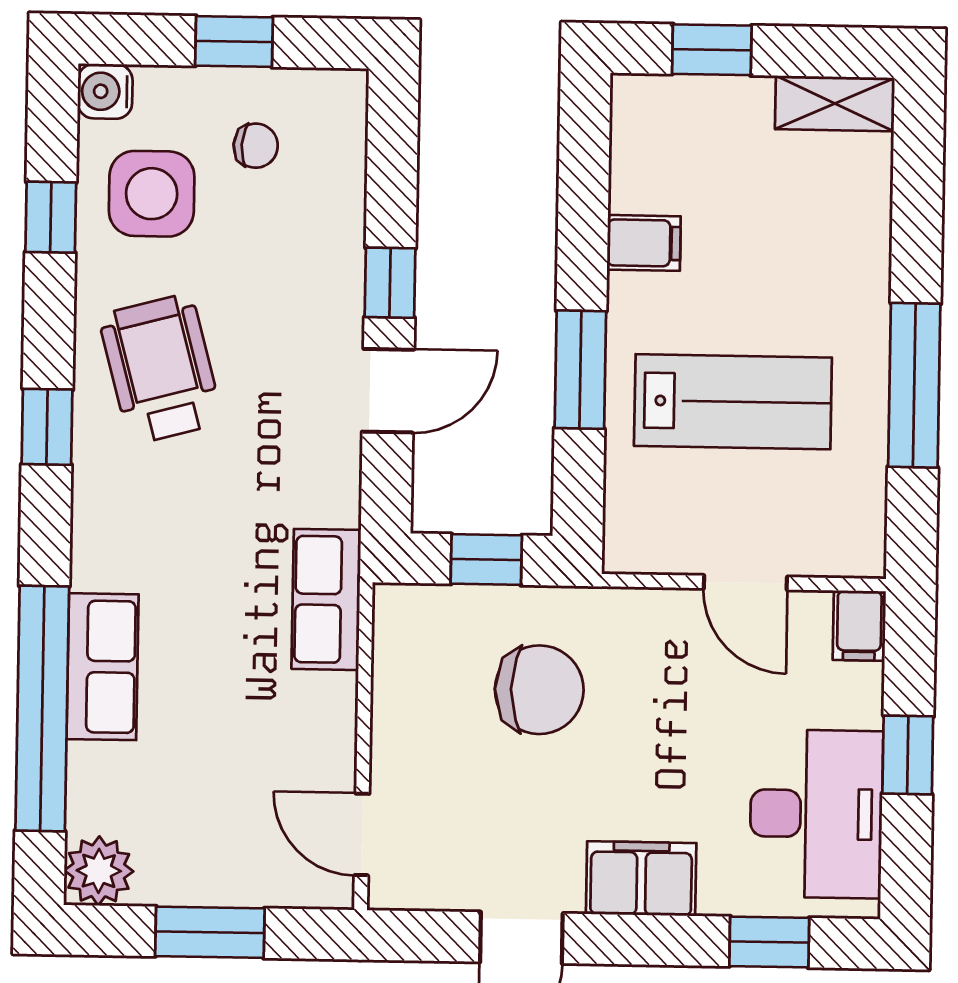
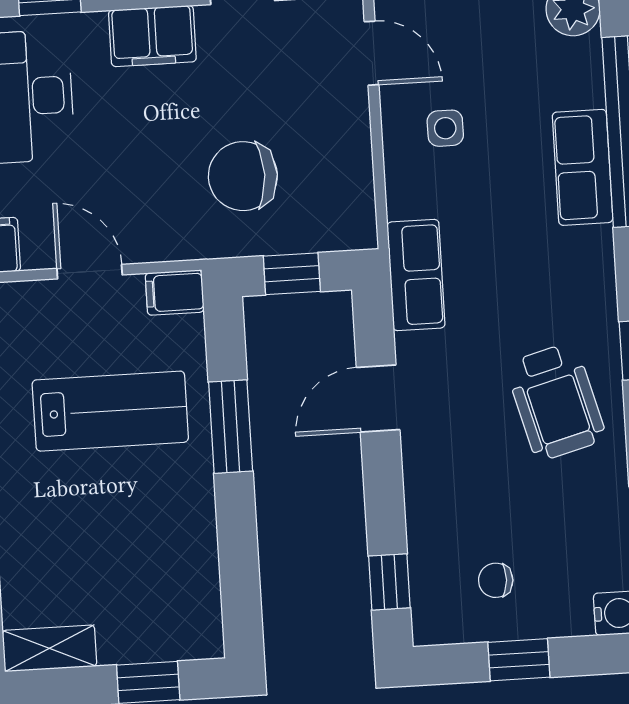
side table: (152, 194) -> (445, 128), moved, width x0.54, depth x0.54
filing cabinet: (644, 243) -> (175, 293), moved
window: (390, 283) -> (389, 582), moved
lab bench: (733, 402) -> (110, 411), turned 180
row of seats: (326, 599) -> (416, 275), moved

